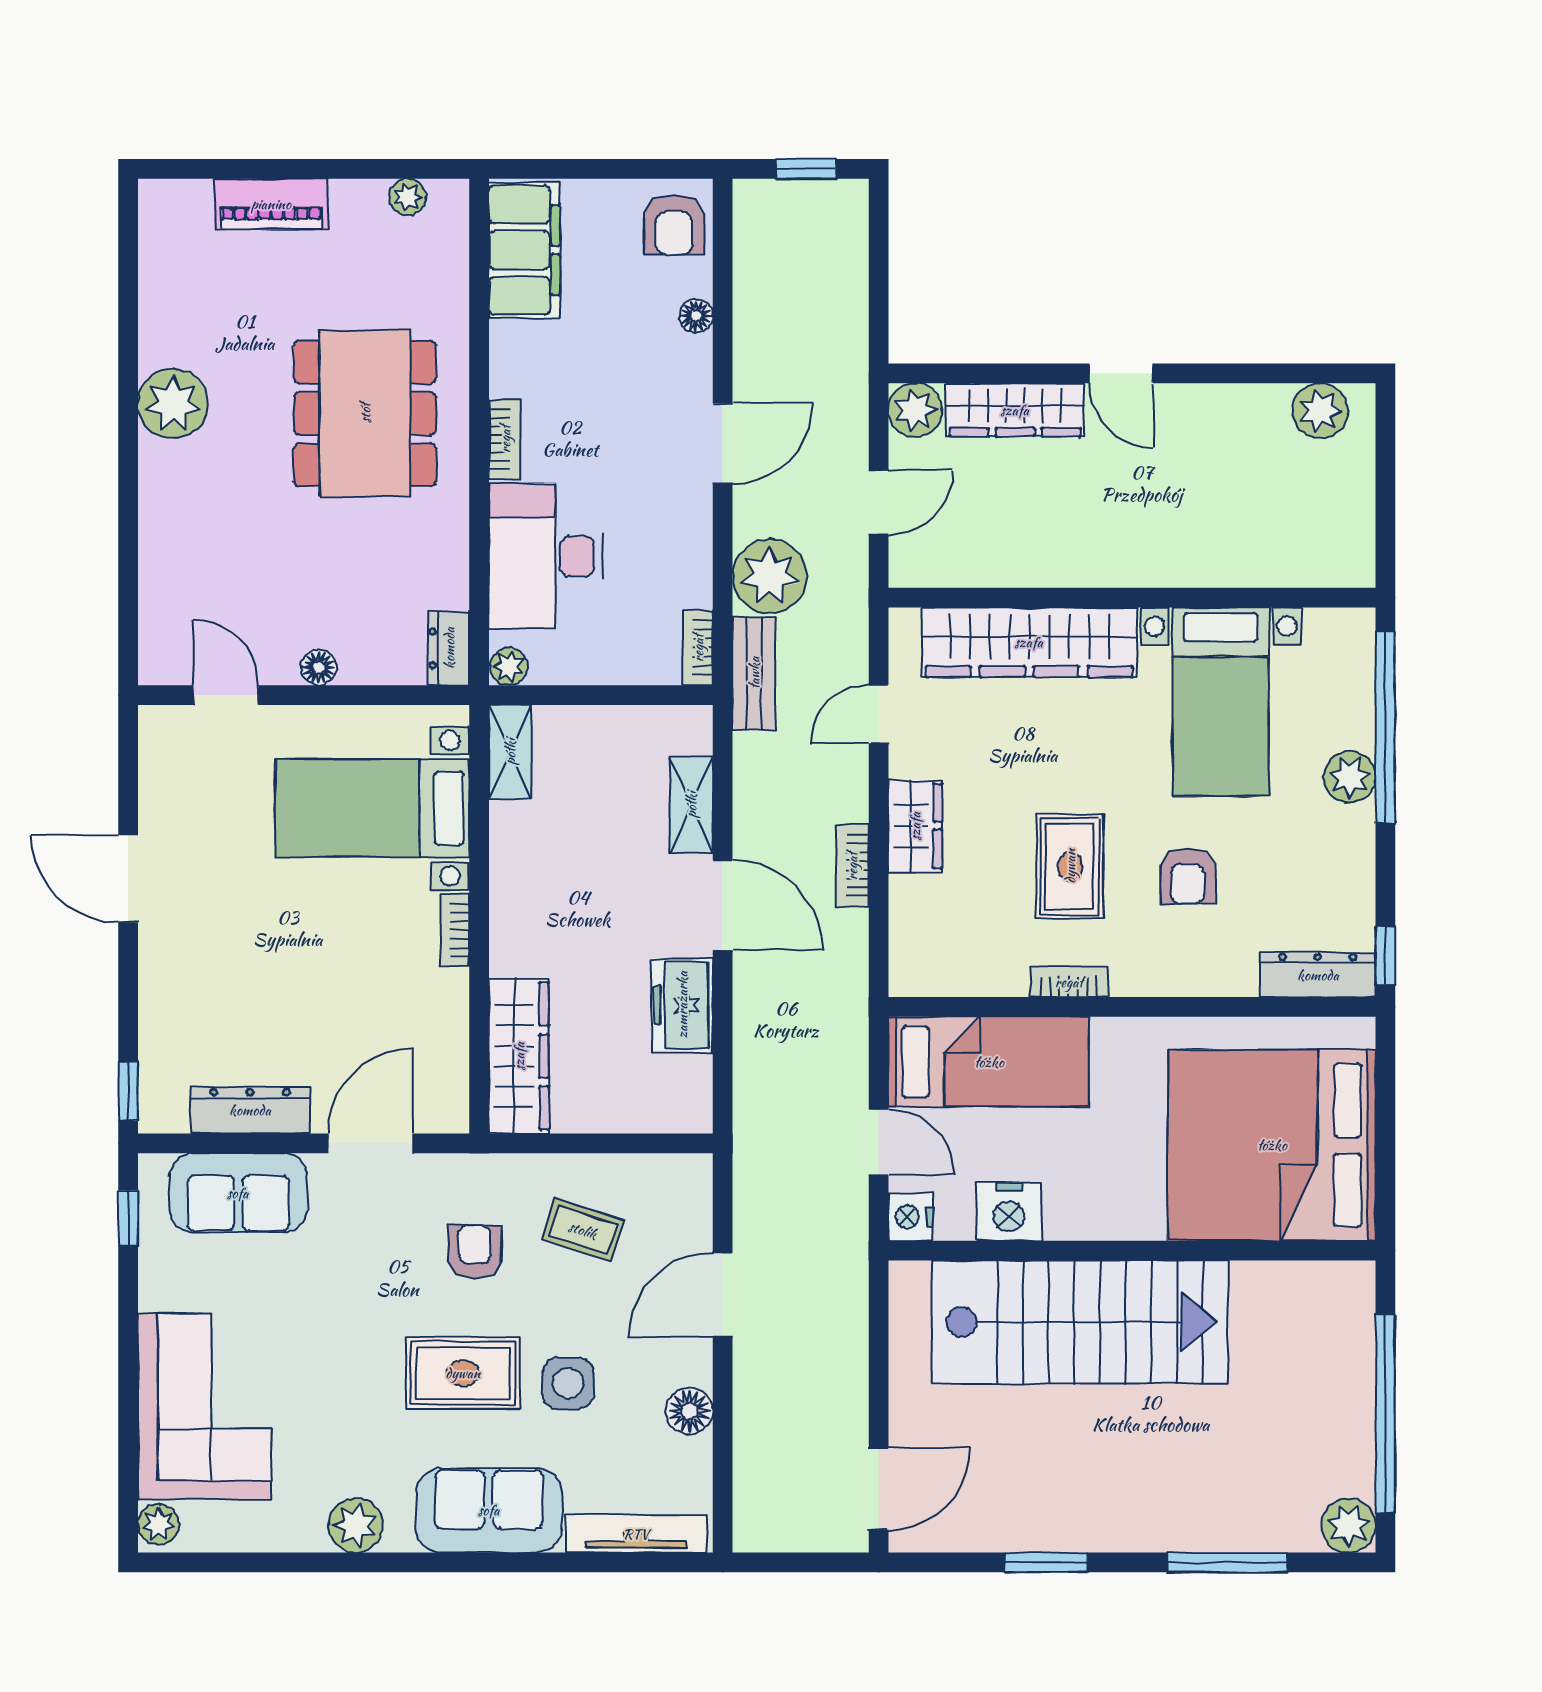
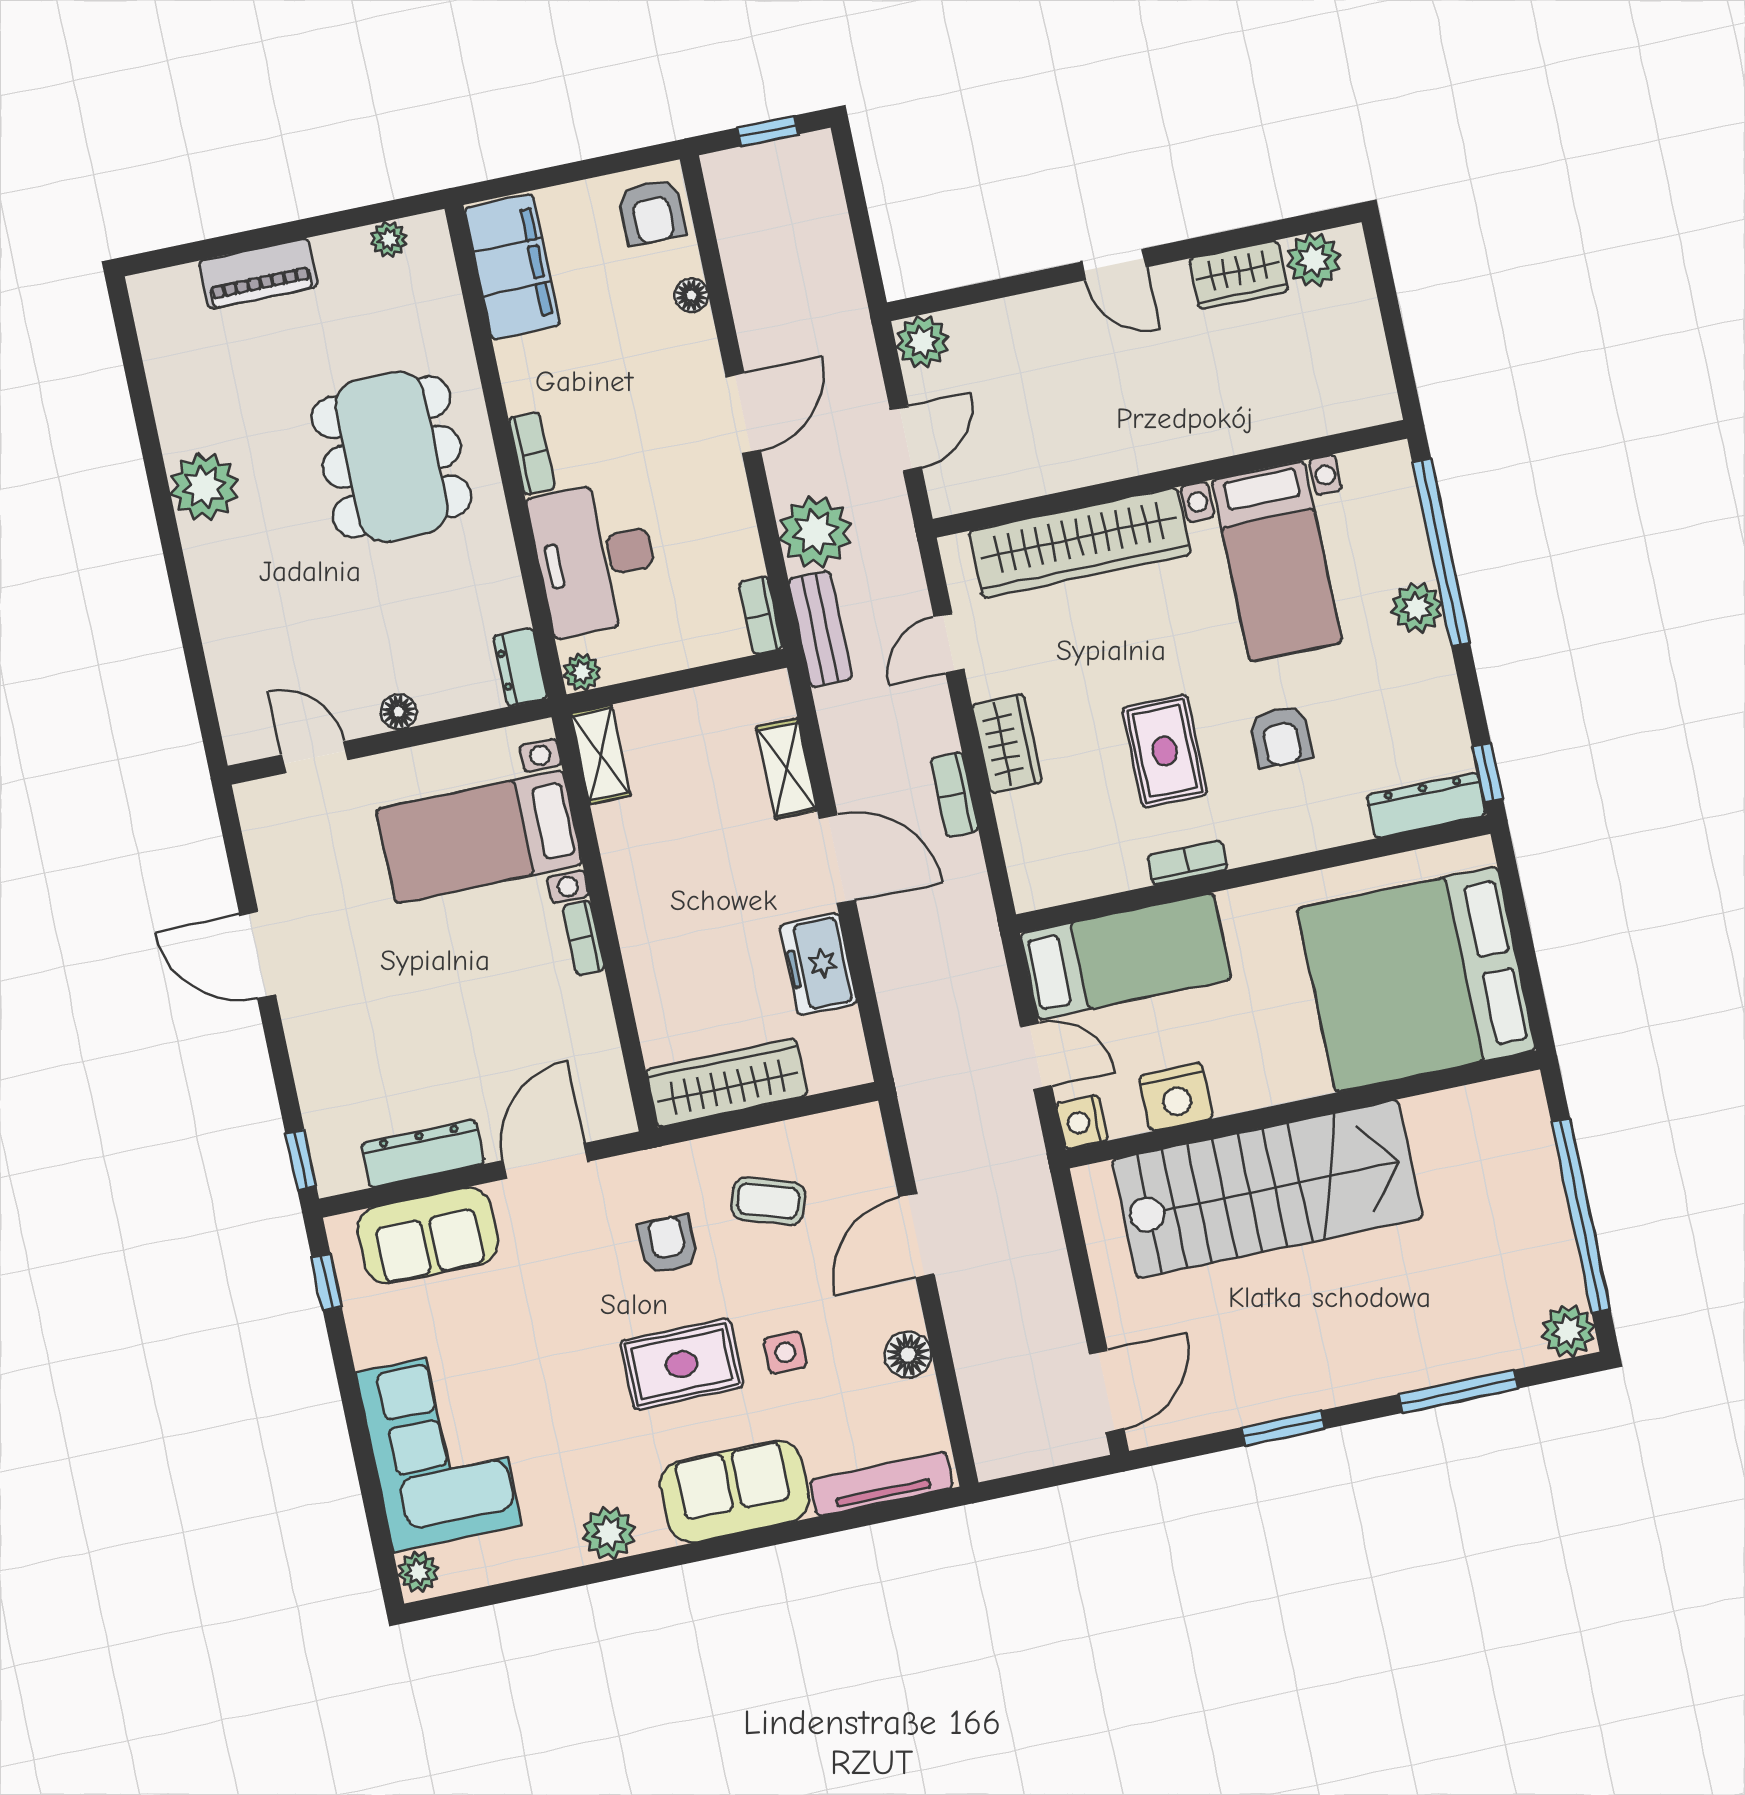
wardrobe: (1015, 410) -> (1239, 275), moved, width x0.67
wardrobe: (519, 1056) -> (727, 1083), moved, turned -90
side table: (568, 1383) -> (785, 1352), width x0.73, depth x0.73

